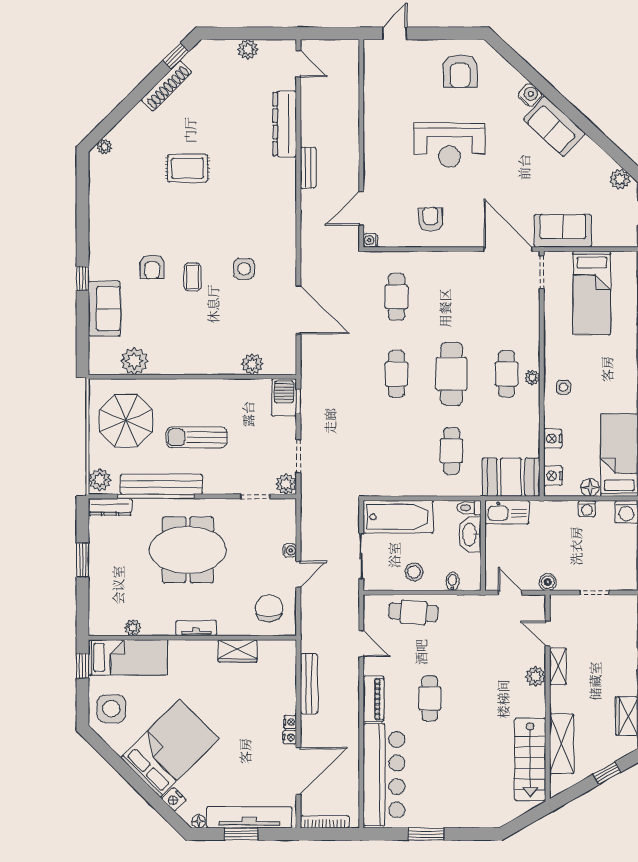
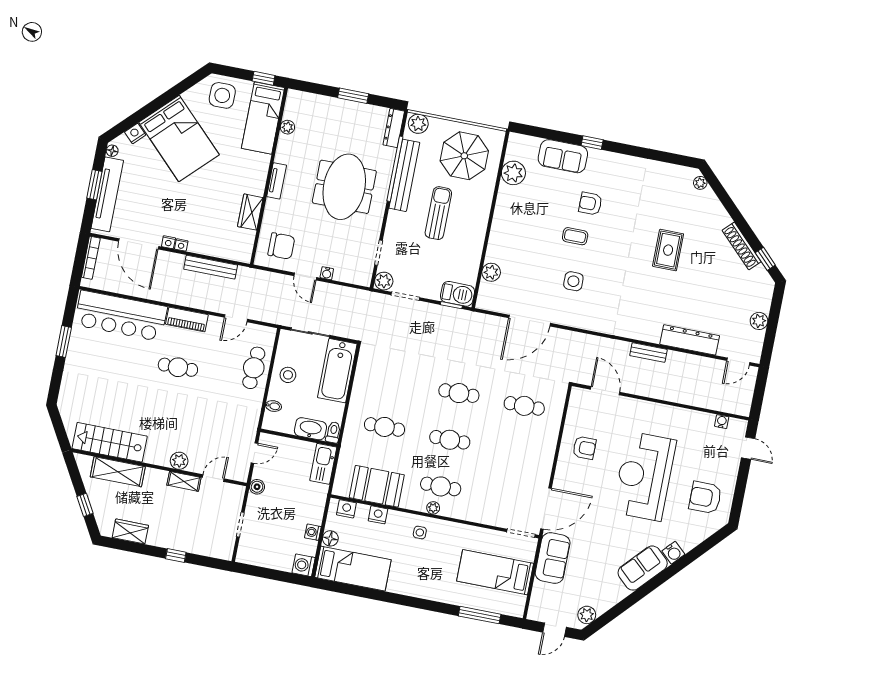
reception desk: (450, 145) -> (644, 476), width x1.36, depth x1.30
water cooler: (370, 240) -> (722, 422), moved
cafe table: (451, 374) -> (450, 440), width x0.73, depth x0.74
booth: (511, 477) -> (377, 486), moved, turned 90

